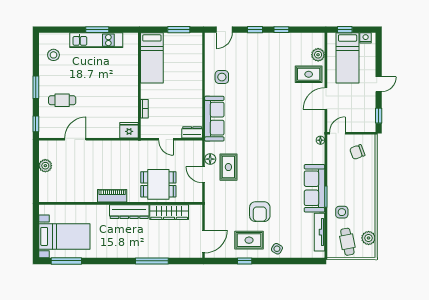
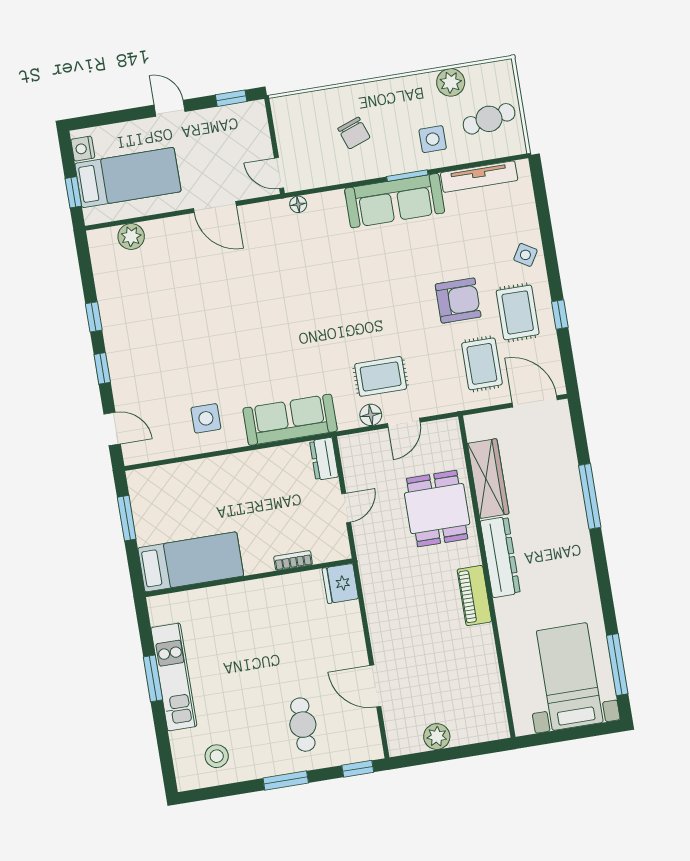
rug: (309, 74) -> (482, 364), moved
chair: (357, 152) -> (354, 133), moved
plant: (369, 238) -> (451, 82), moved

